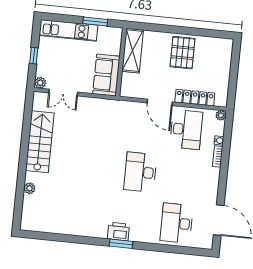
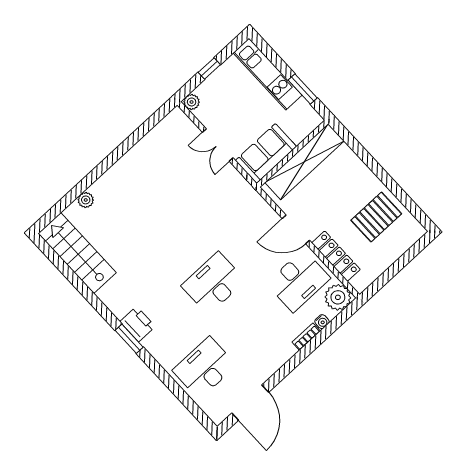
shelving: (133, 51) -> (304, 162), width x1.47
pallet: (183, 53) -> (376, 217), moved
double door: (63, 93) -> (218, 145), moved
door: (160, 102) -> (296, 229), hinge flipped
plant: (221, 115) -> (338, 297), width x1.87, depth x1.87
stairs: (40, 142) -> (77, 253), moved, turned -90

